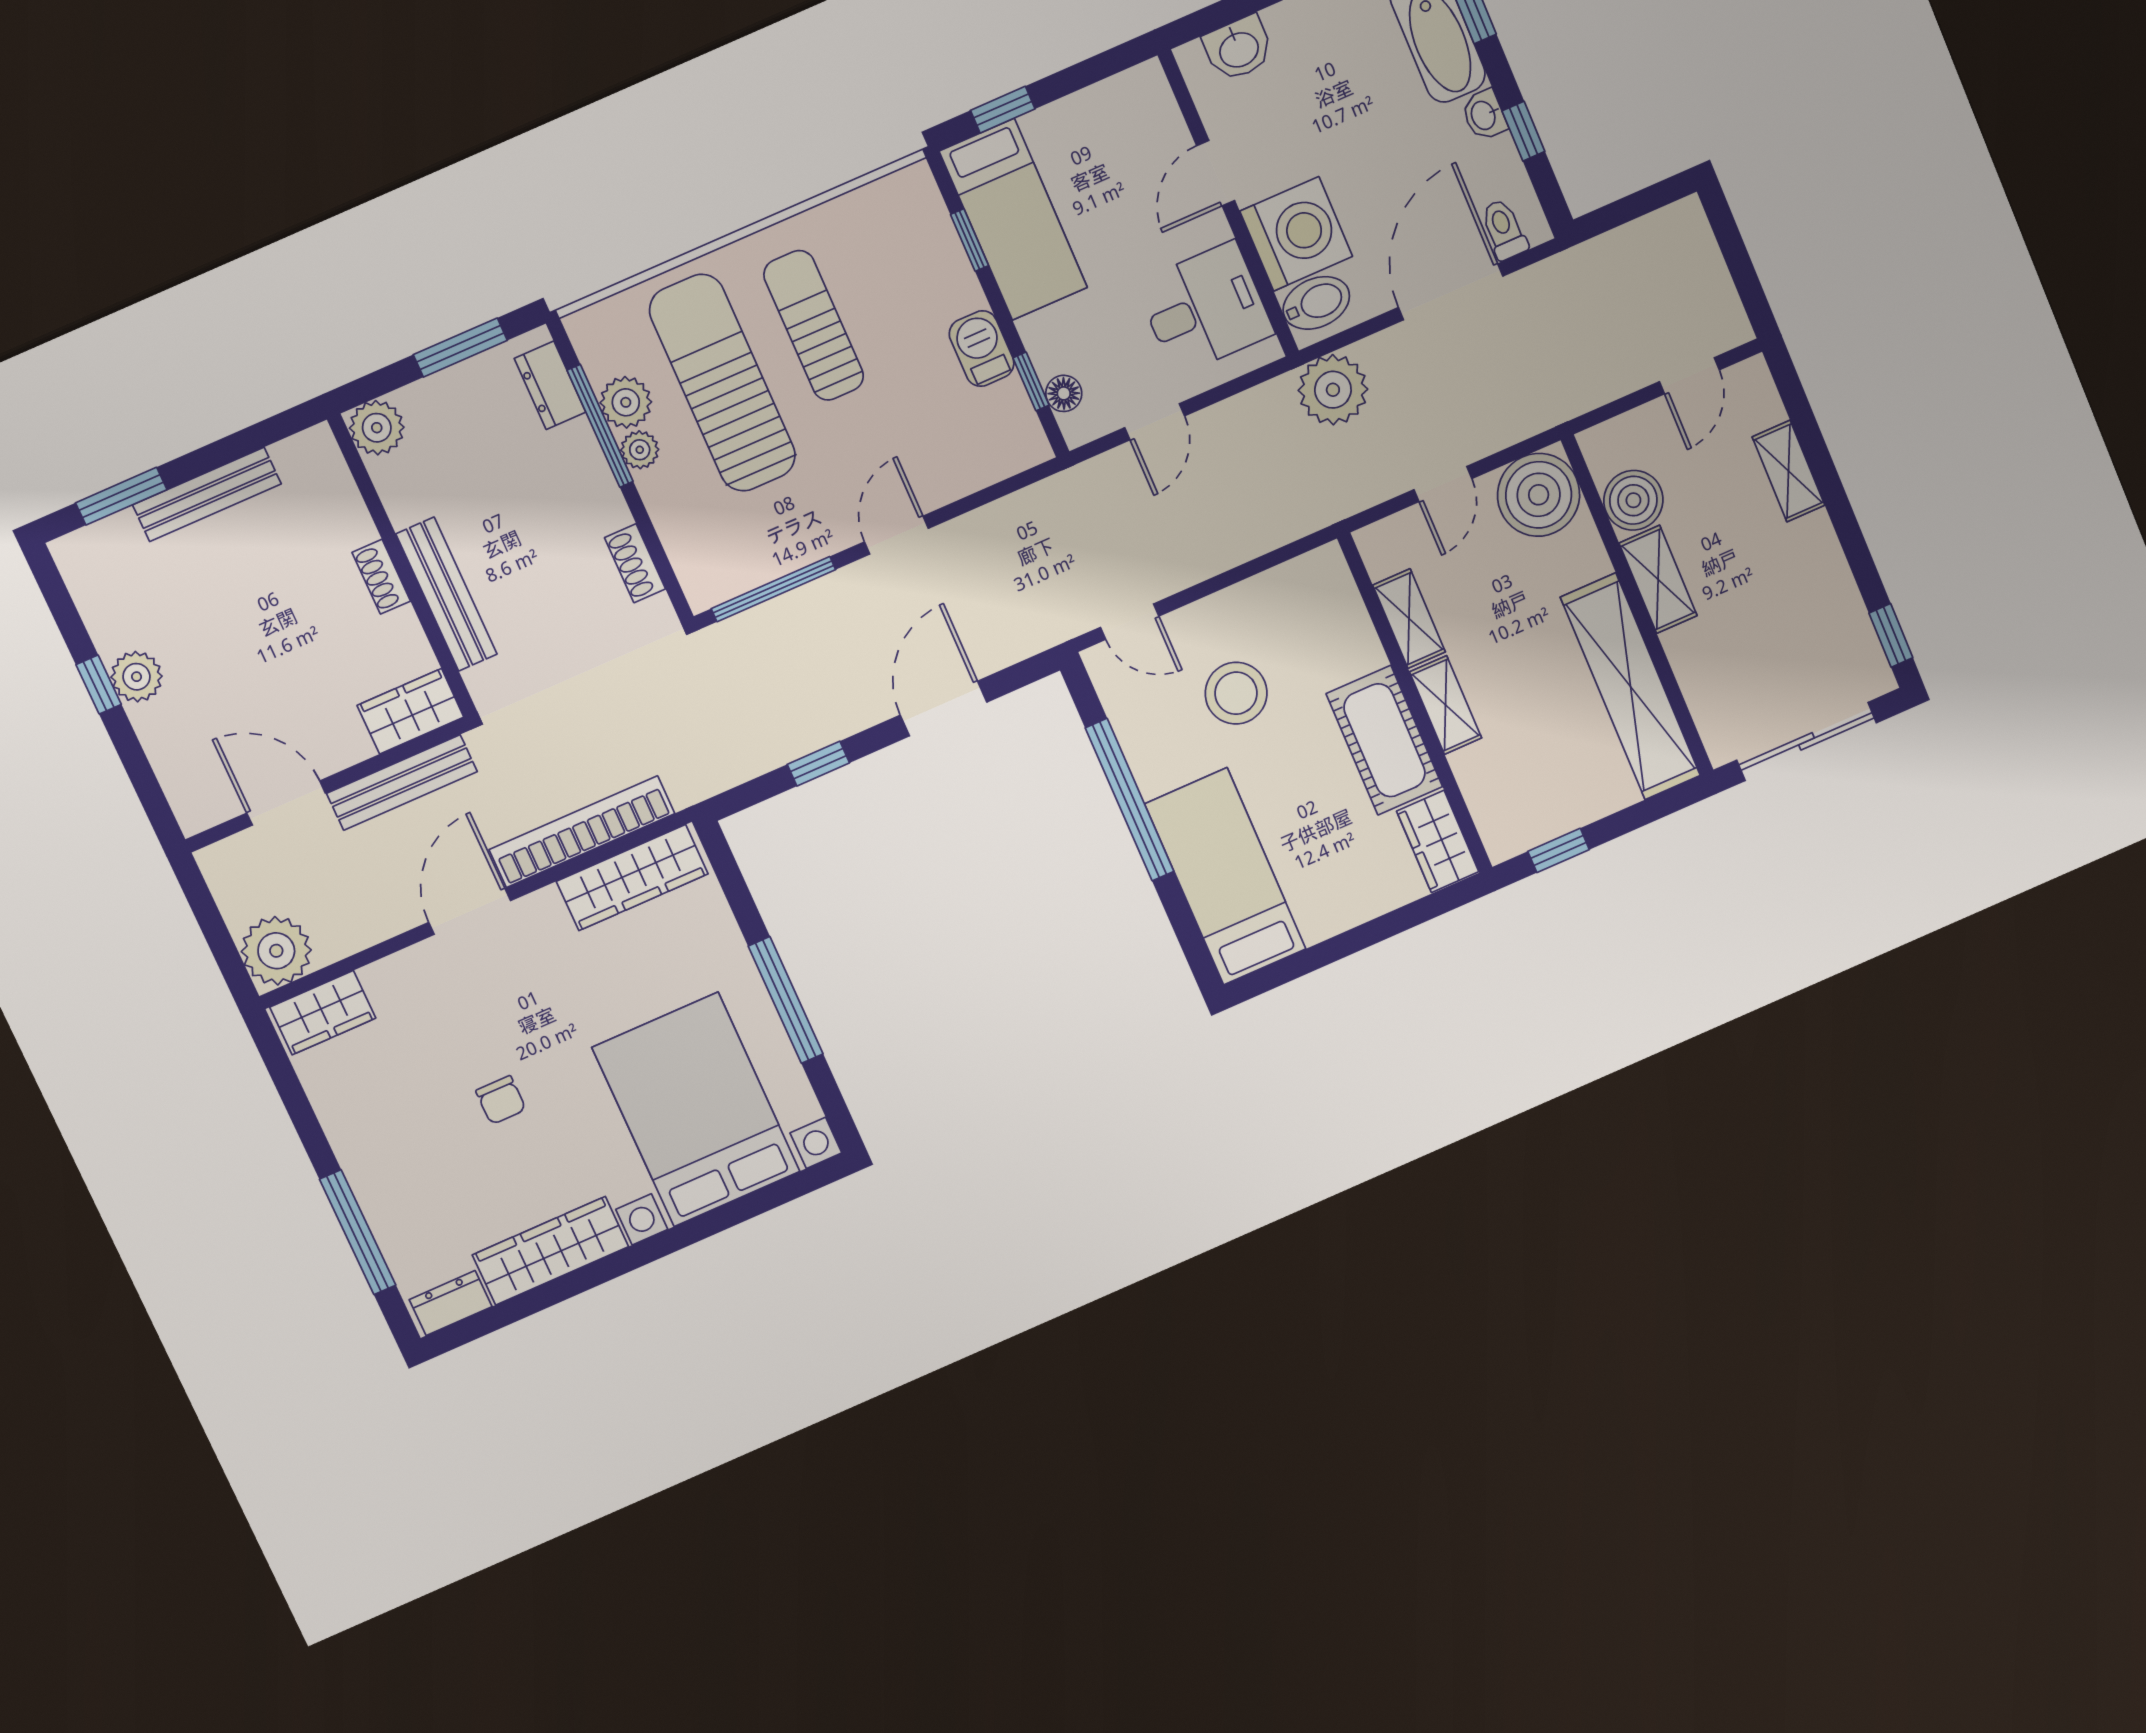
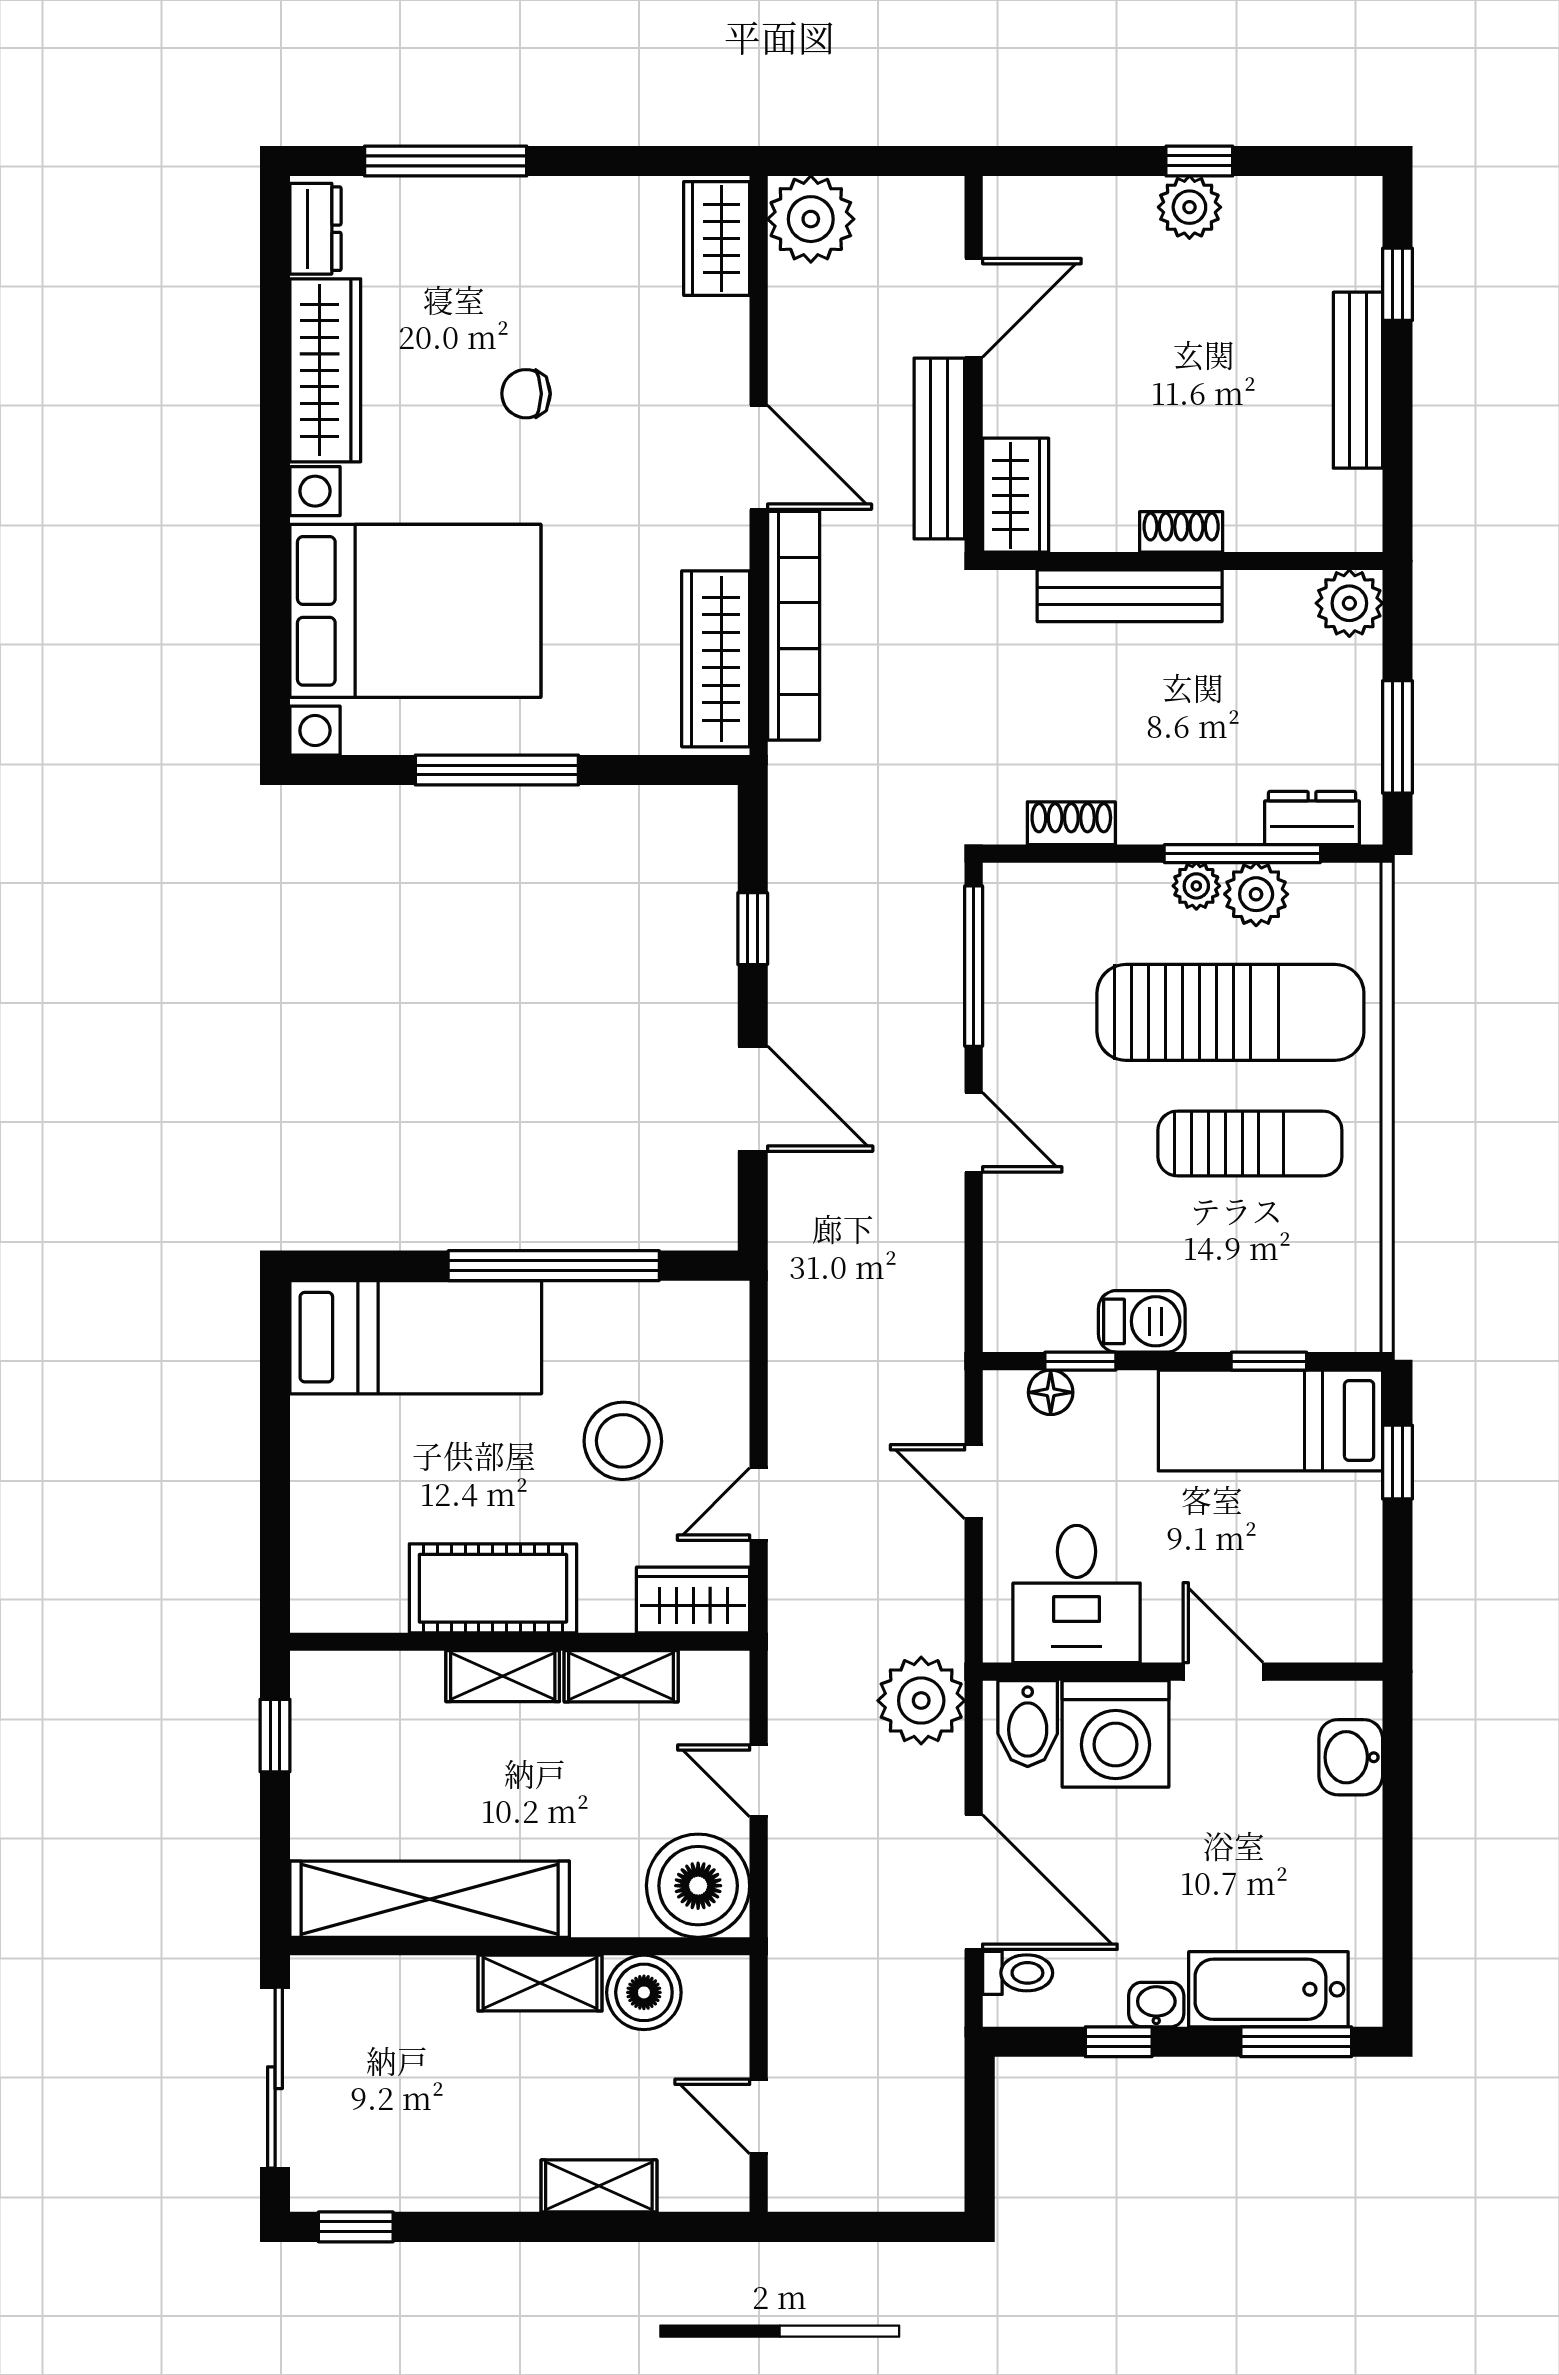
window: (121, 496) -> (1398, 284), width x0.67
door: (1130, 622) -> (759, 1504), moved
wardrobe: (1438, 841) -> (693, 1600), moved

